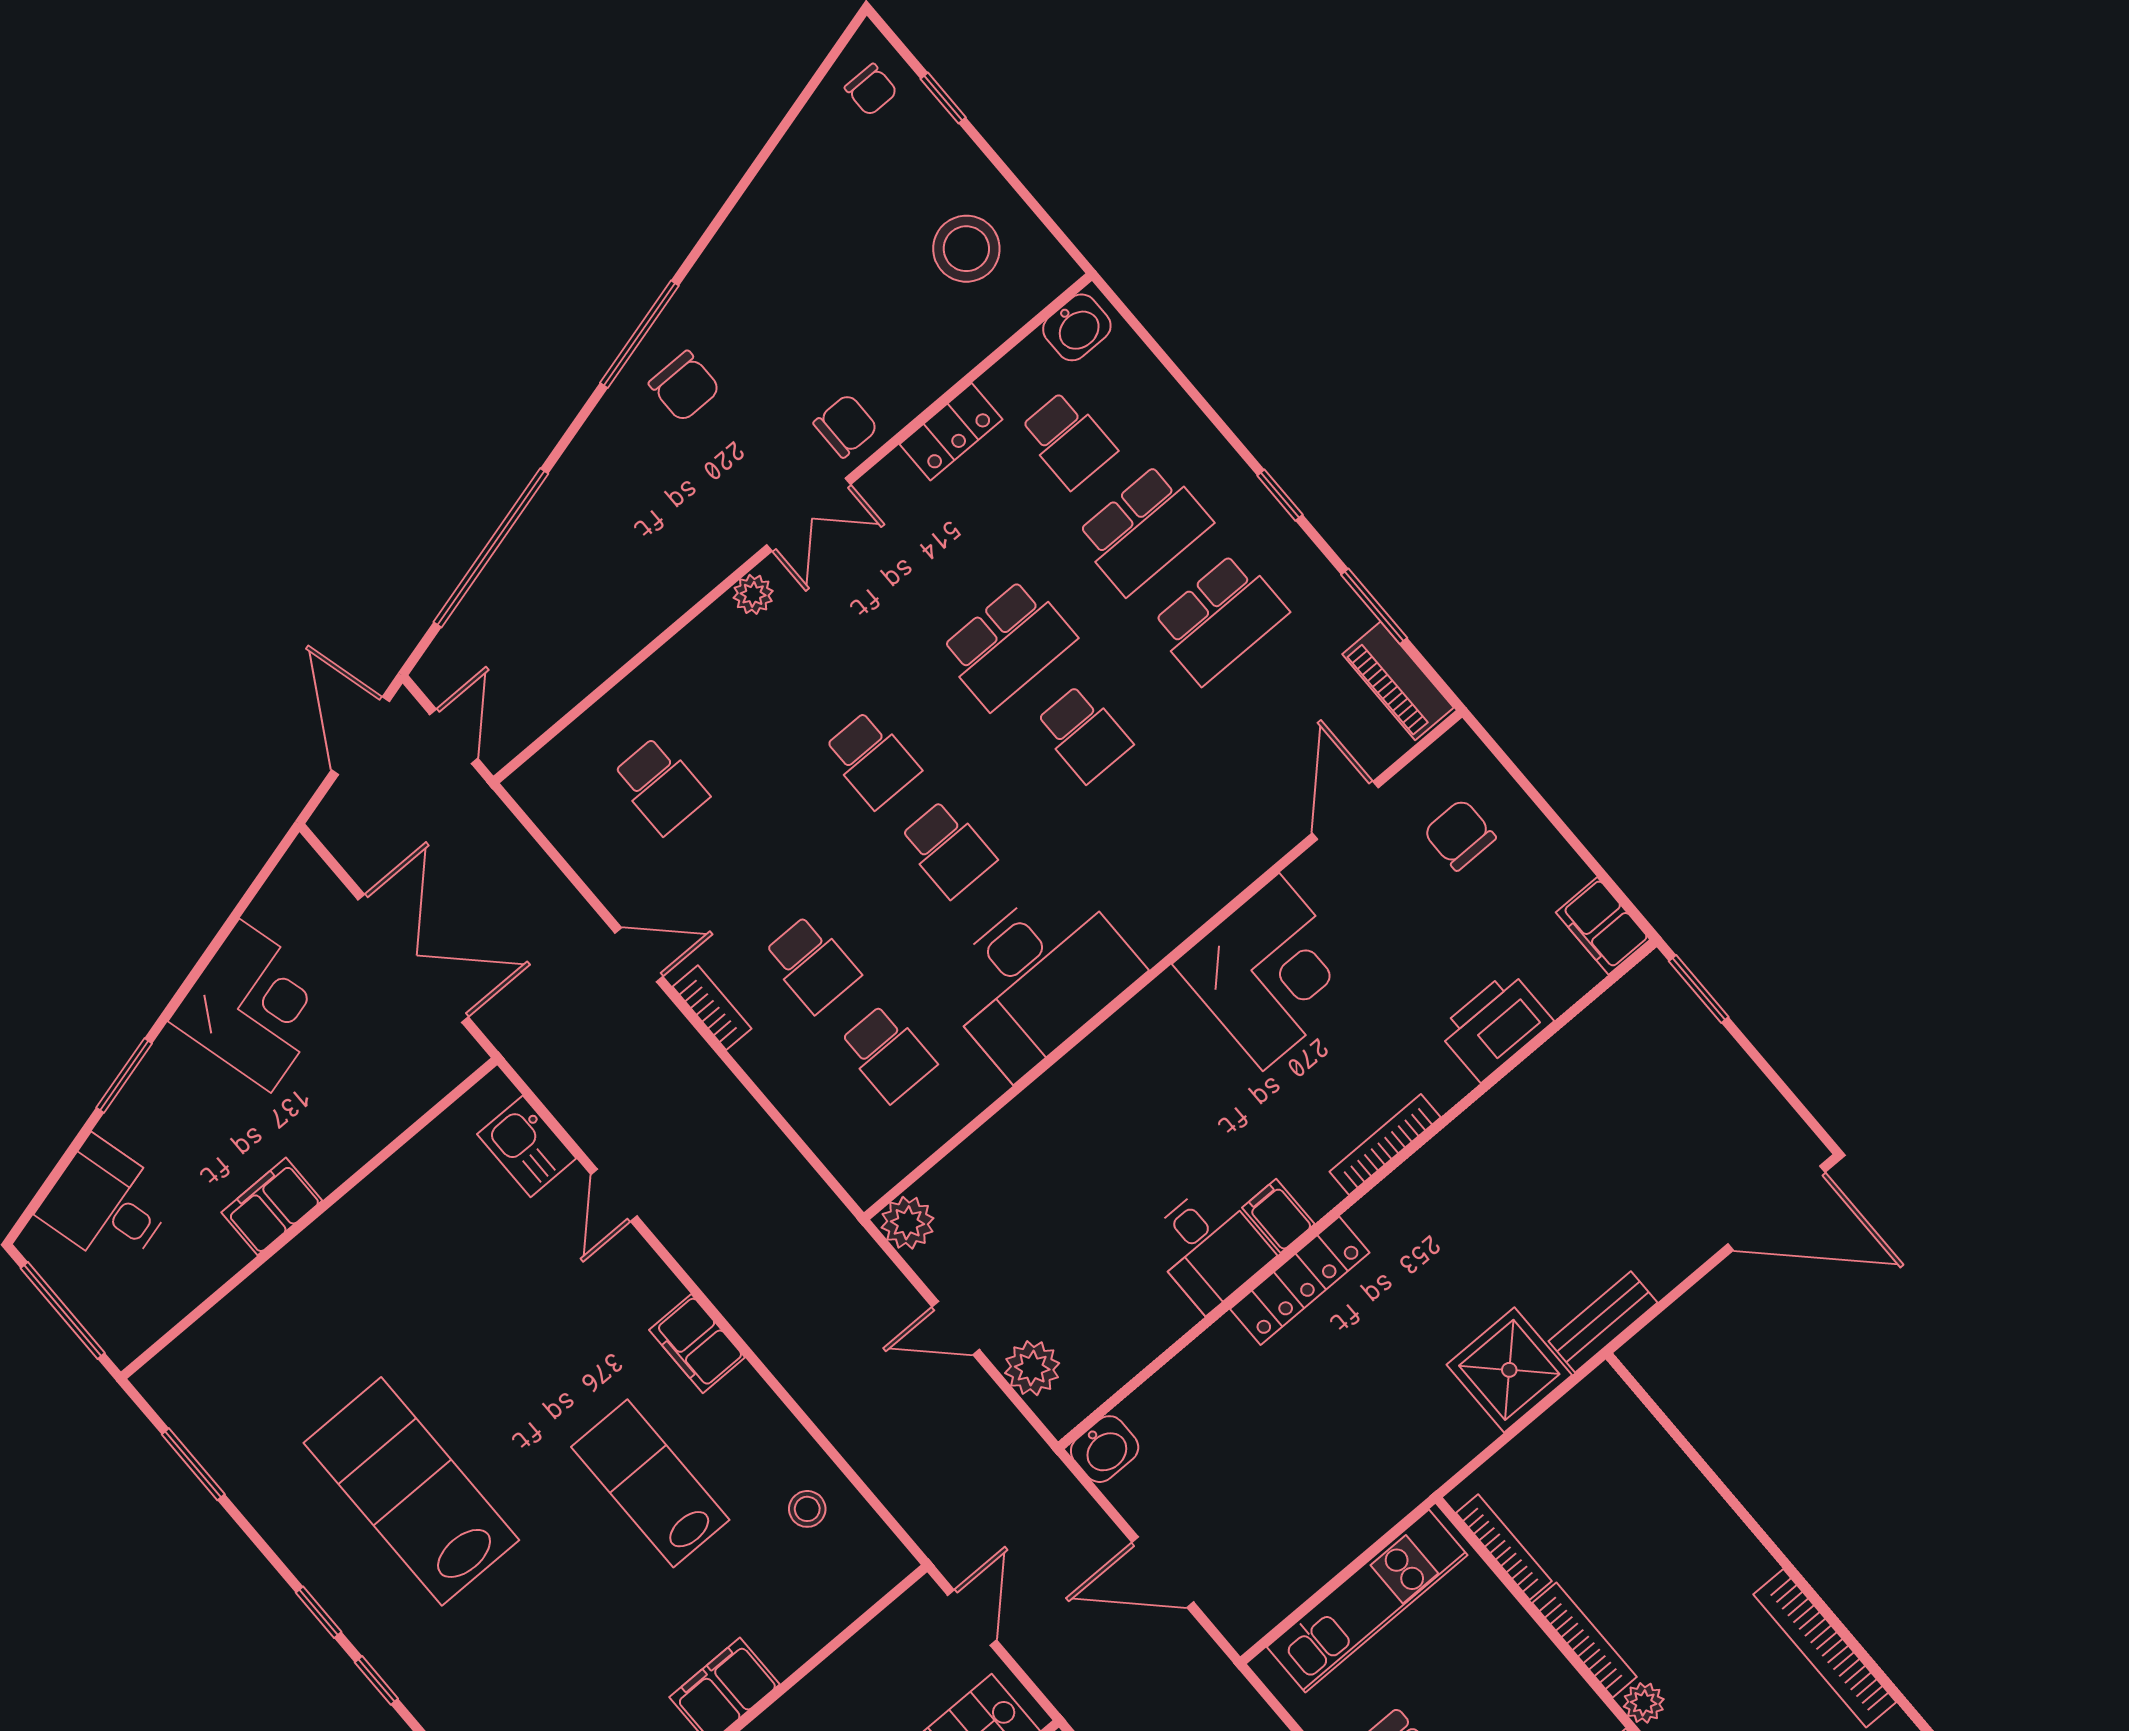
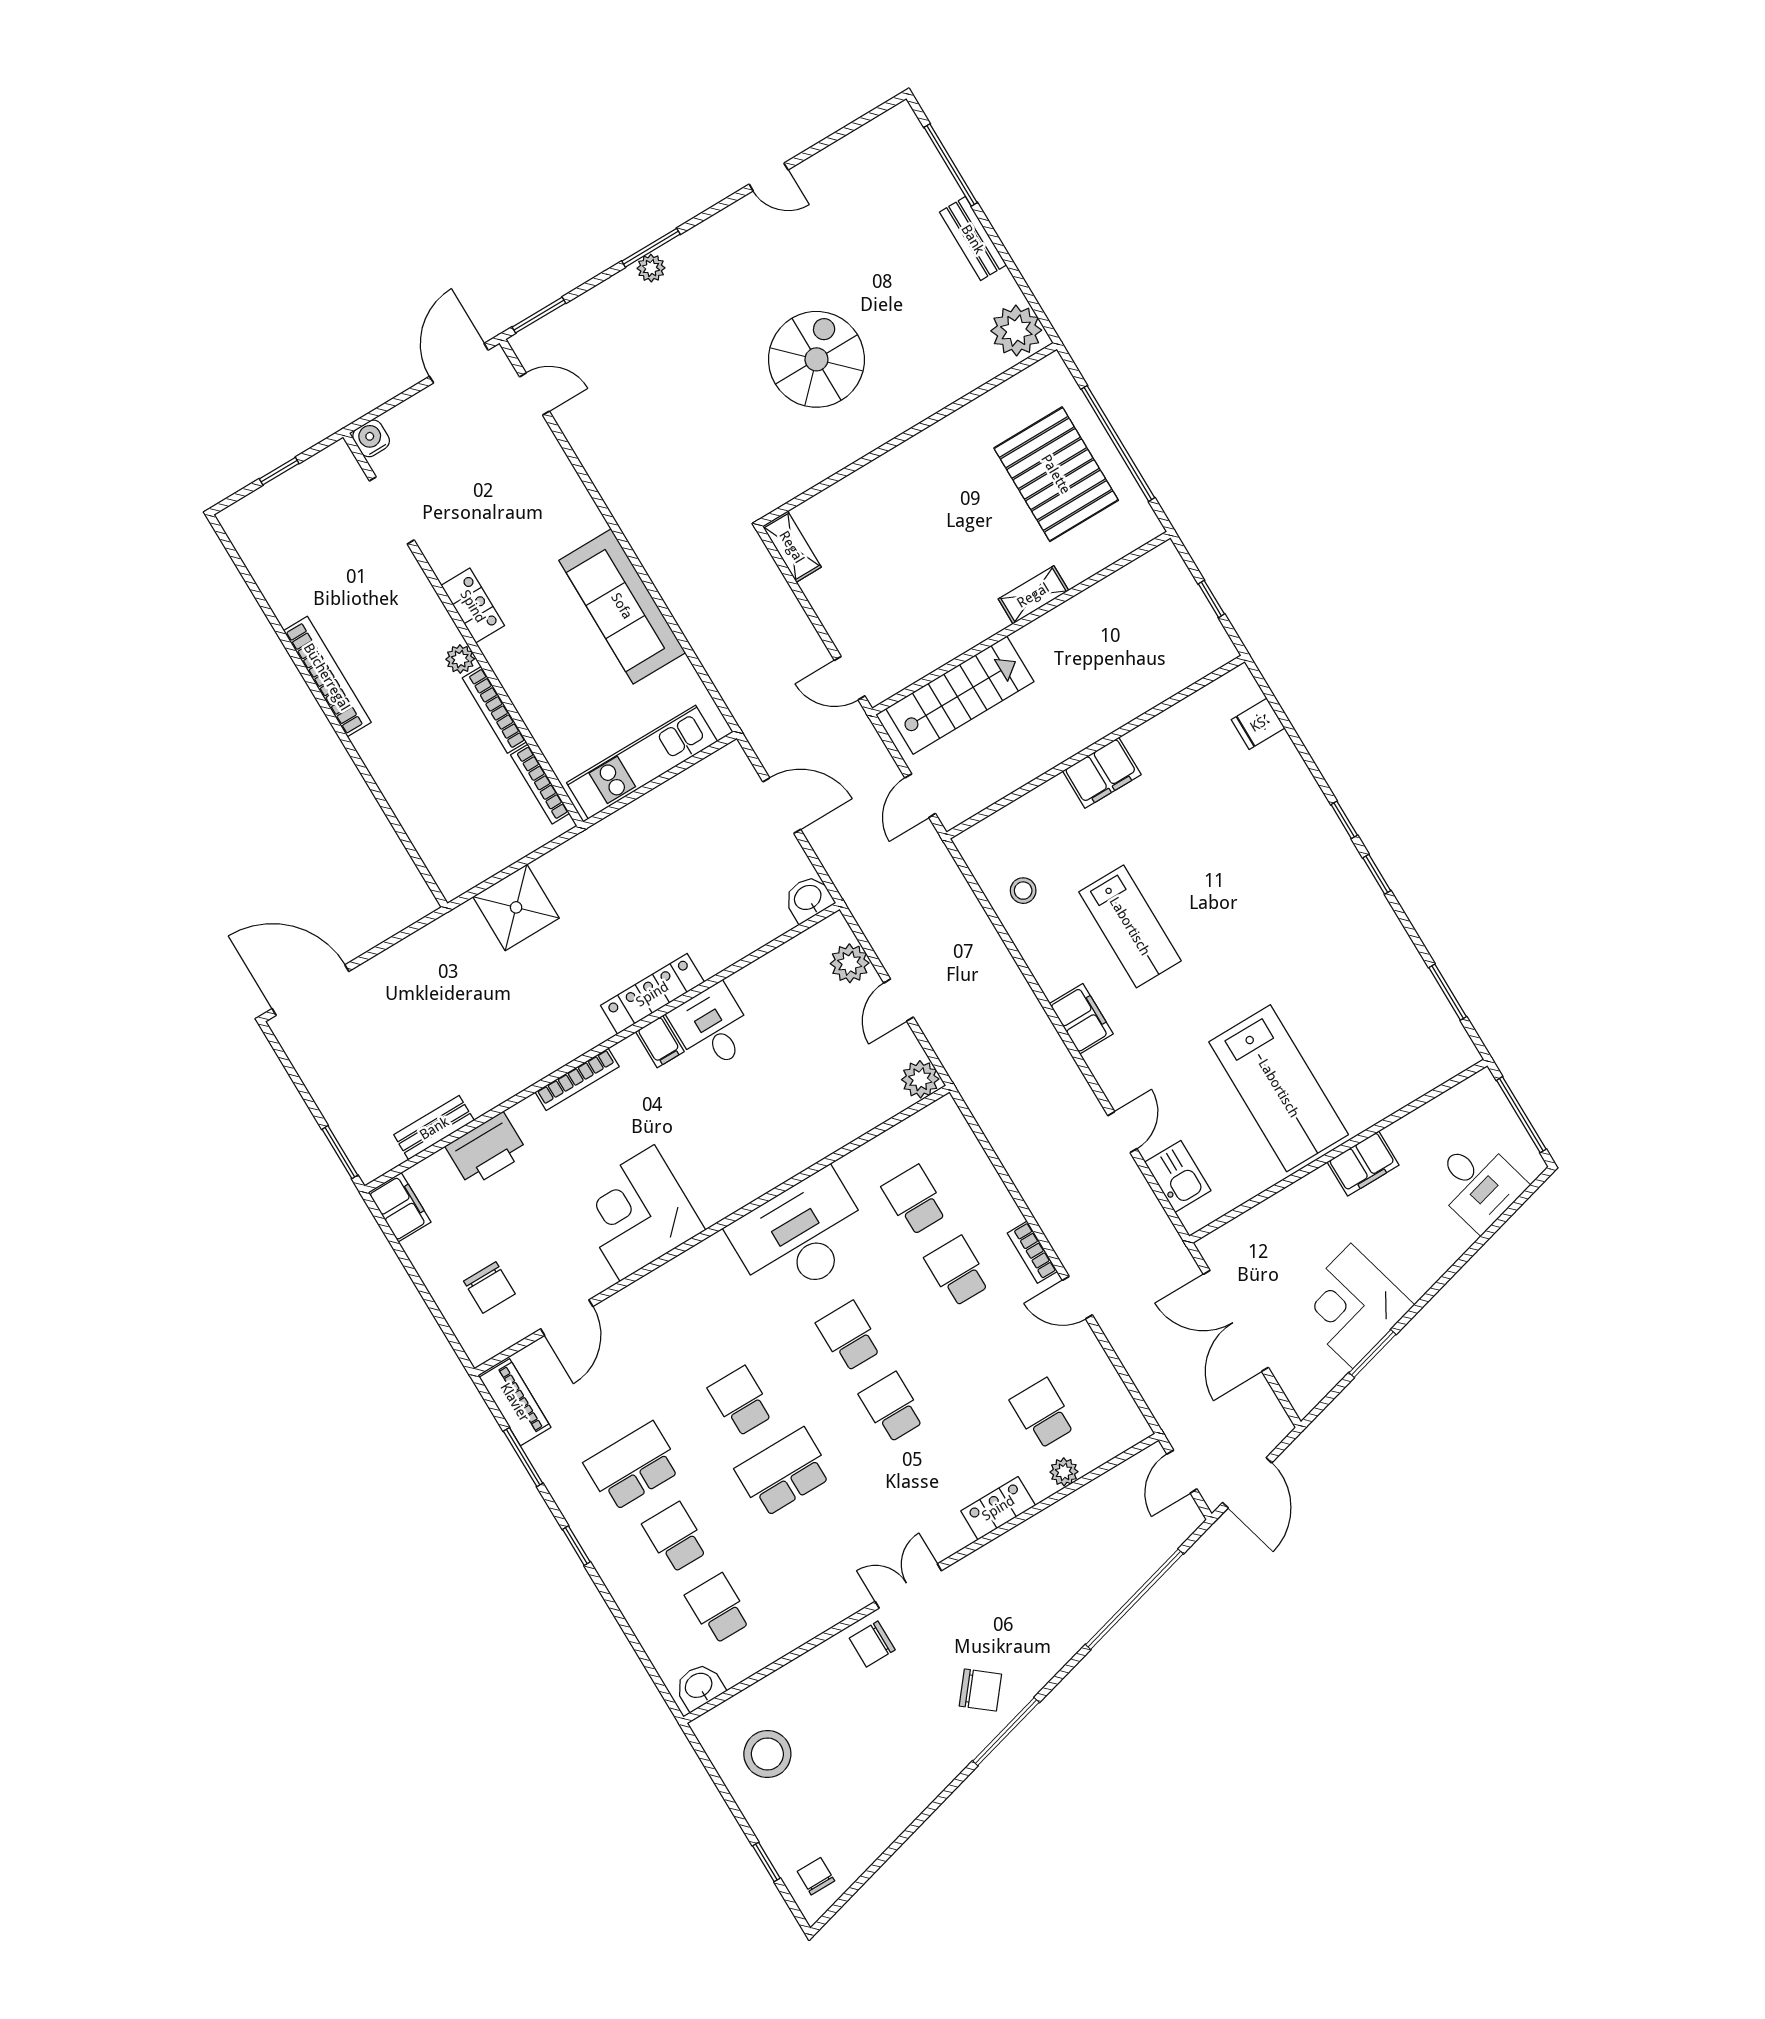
chair: (684, 386) -> (980, 1690), turned 129
locker: (951, 432) -> (998, 1508), moved
school desk: (1144, 529) -> (675, 1537), width x0.54
plant: (753, 594) -> (1064, 1472), moved
window: (124, 1076) -> (1372, 1353), moved
bench: (1603, 1322) -> (434, 1128), moved
door: (956, 1328) -> (899, 1000), swing flipped
lab bench: (411, 1491) -> (1279, 1088), moved

